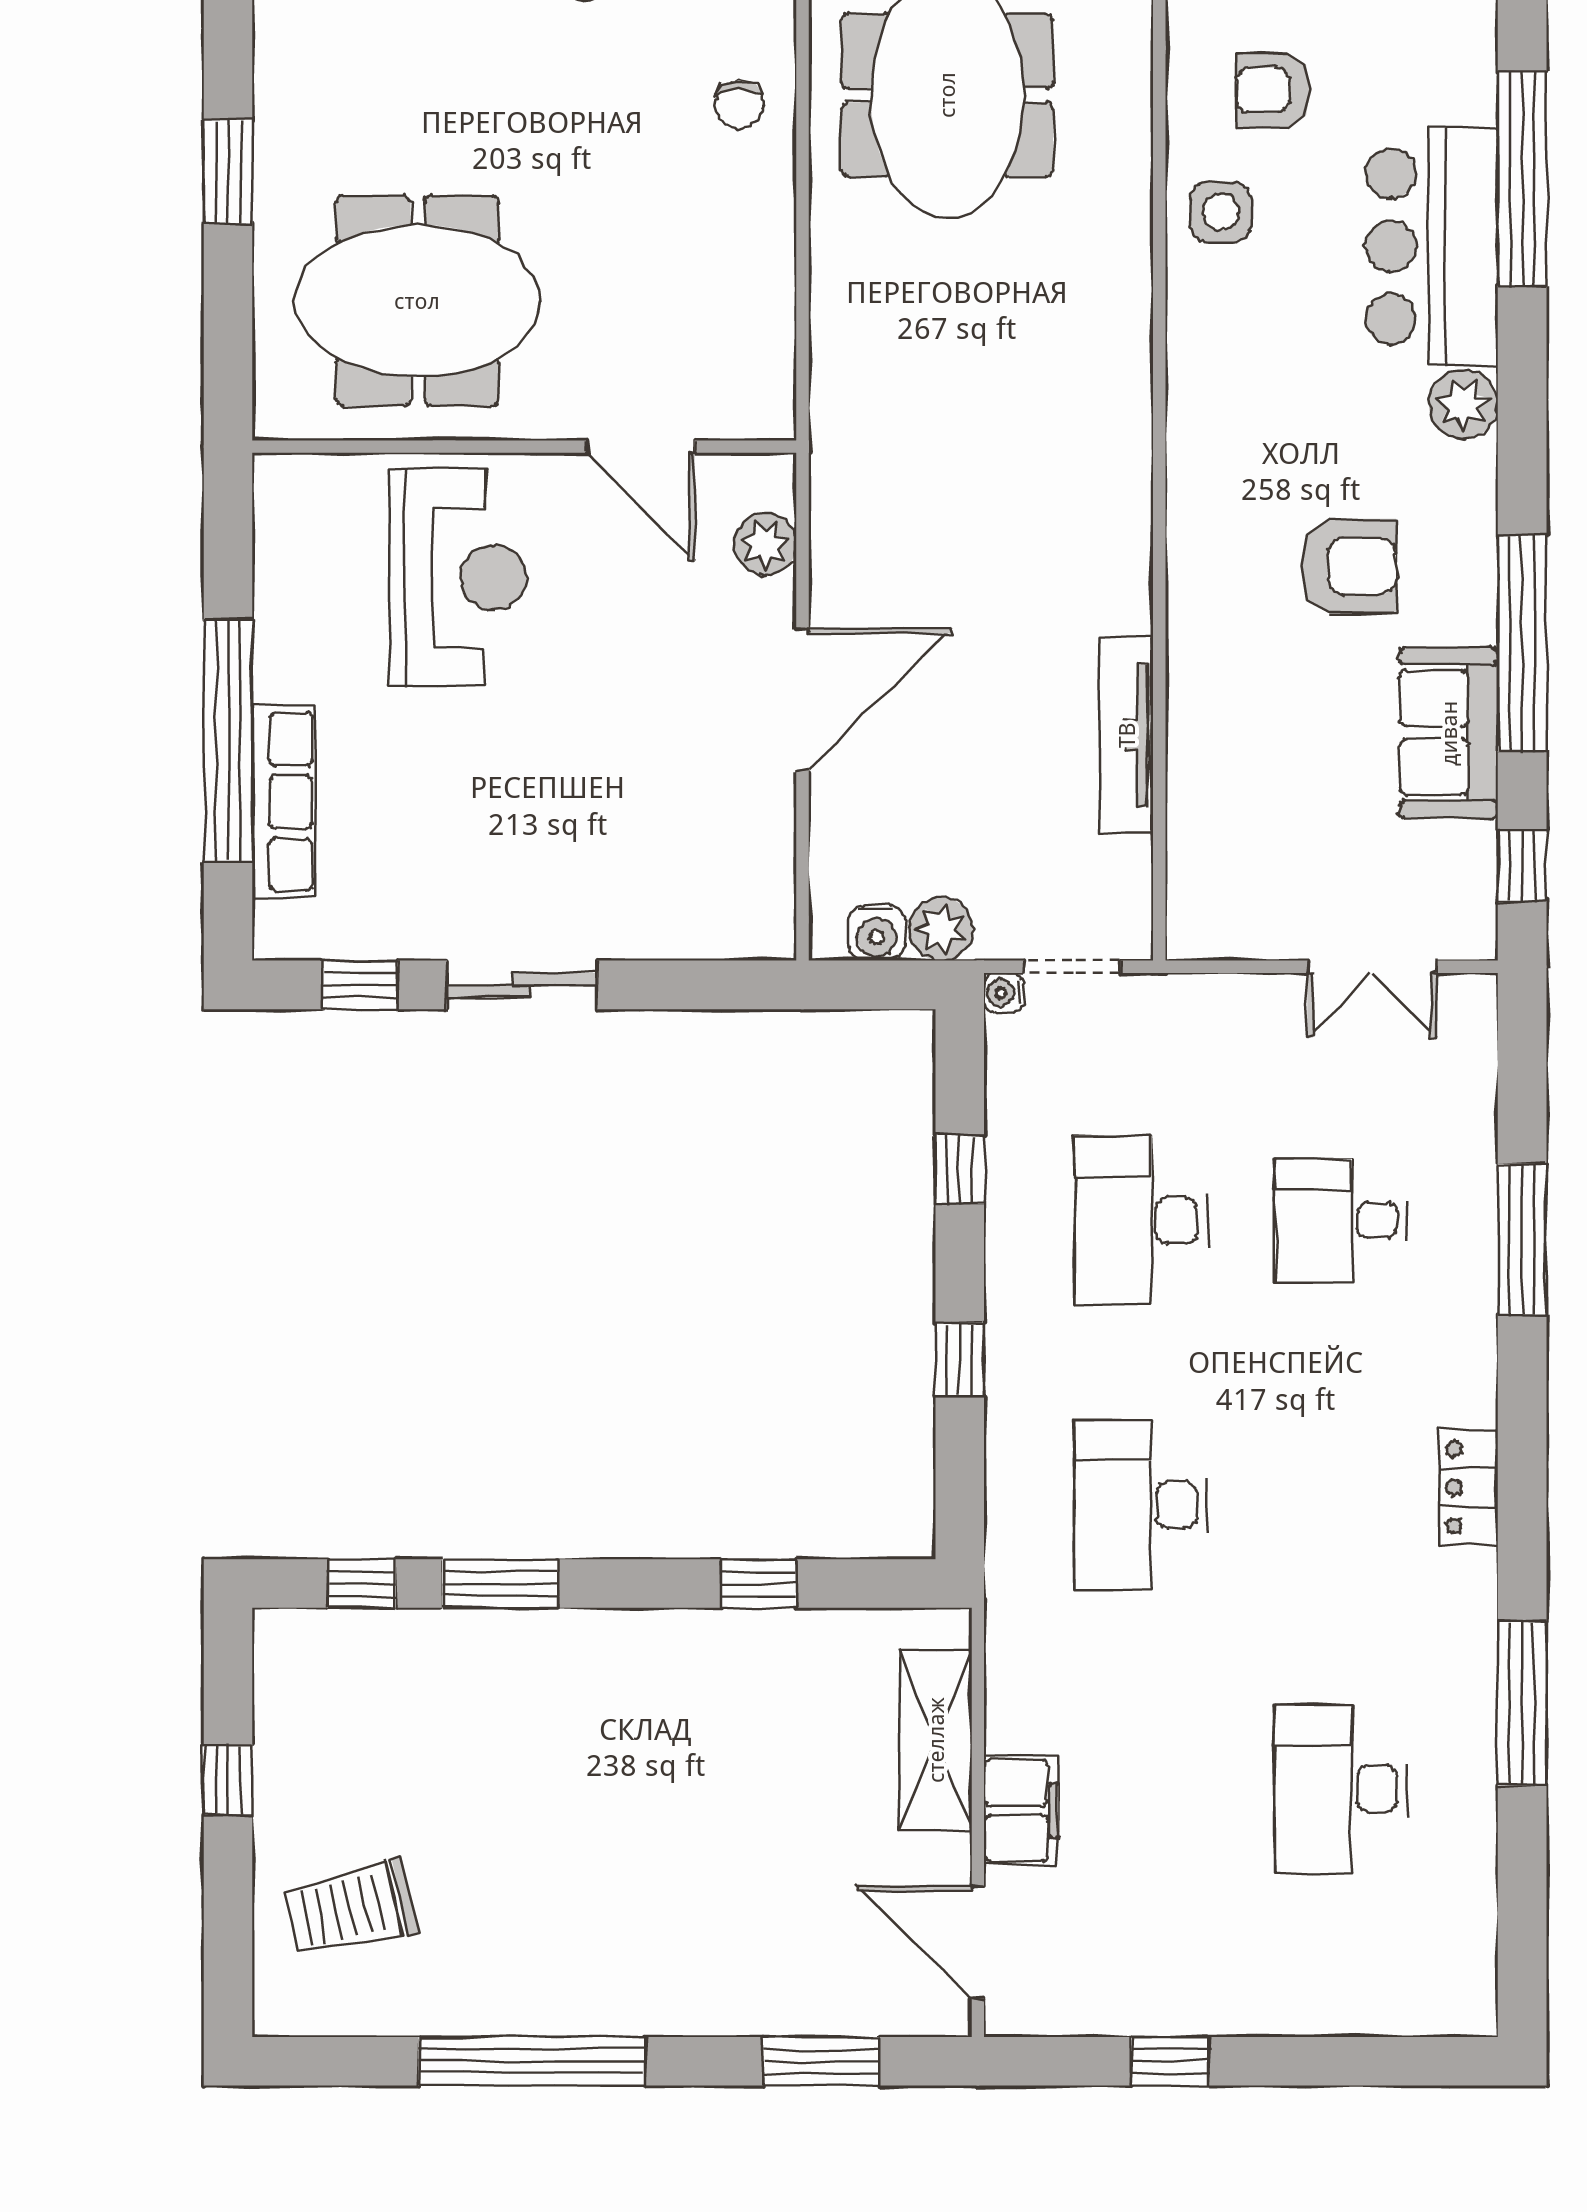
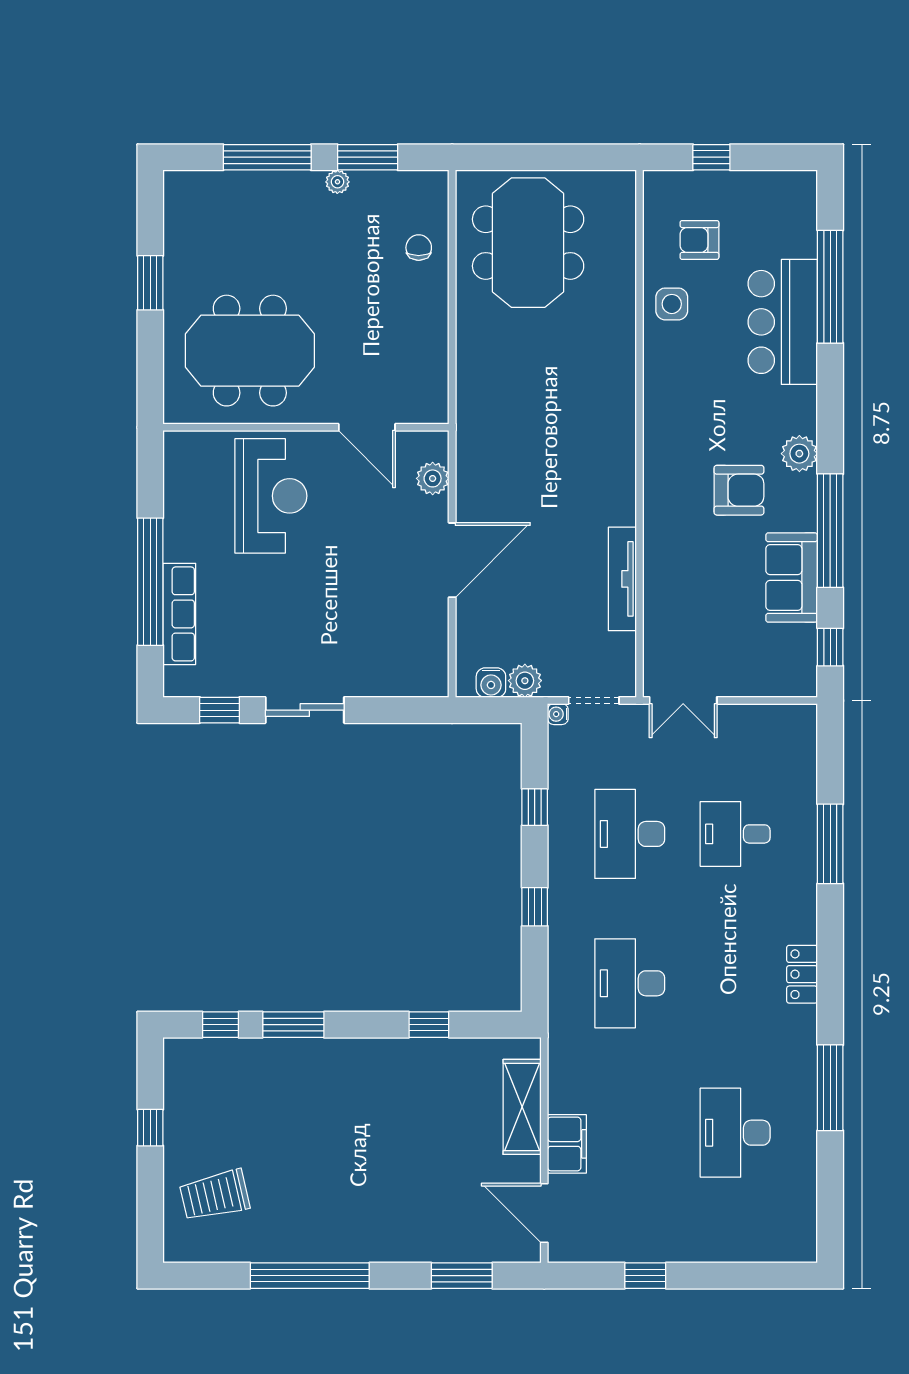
chair: (739, 105) -> (419, 248), turned 180
plant: (1463, 404) -> (799, 454), moved
double door: (1372, 967) -> (683, 701), moved

